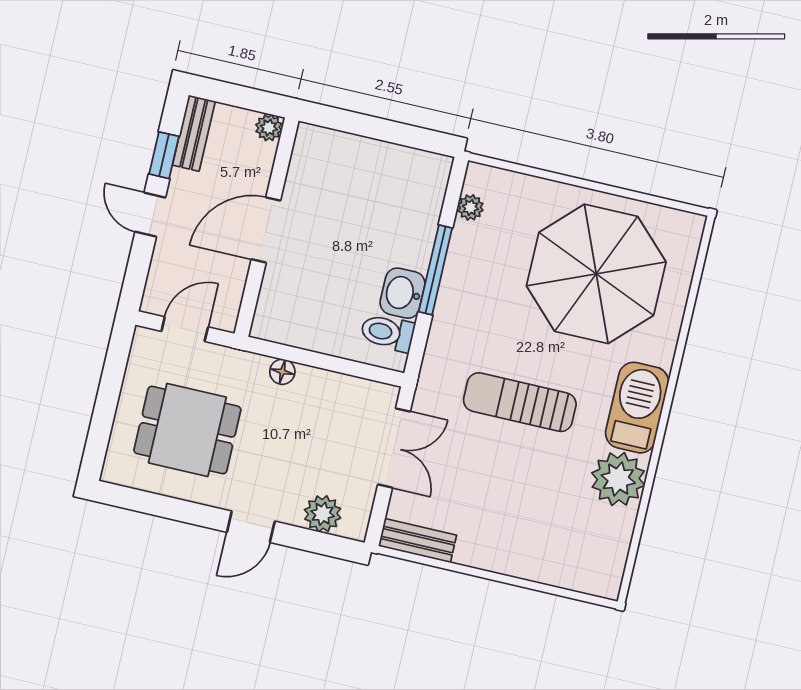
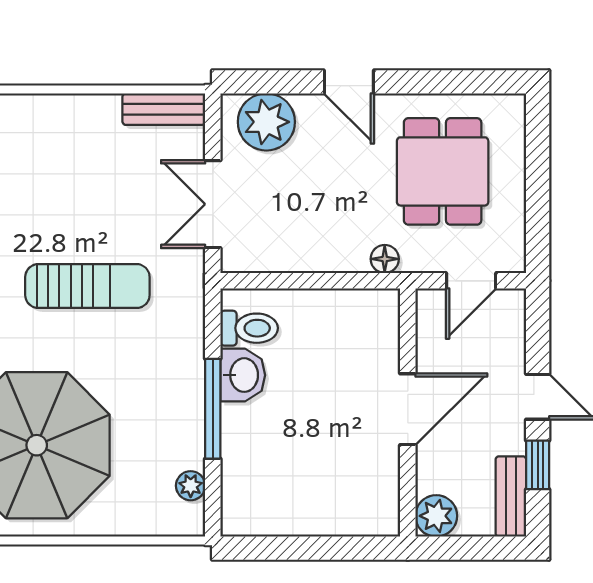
plant: (269, 128) -> (436, 516), width x1.38, depth x1.38
floor lamp: (282, 372) -> (385, 259), moved
dining table: (187, 430) -> (443, 171), turned 90
plant: (323, 514) -> (266, 122), width x1.36, depth x1.36
door: (251, 527) -> (349, 82), swing flipped

